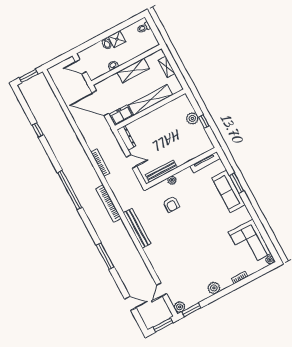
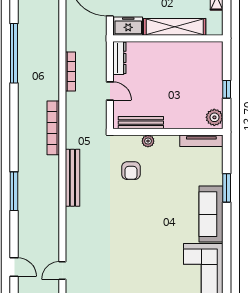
plant: (192, 118) -> (214, 117), moved
window: (70, 190) -> (14, 53), moved
sofa: (228, 191) -> (211, 214), moved

